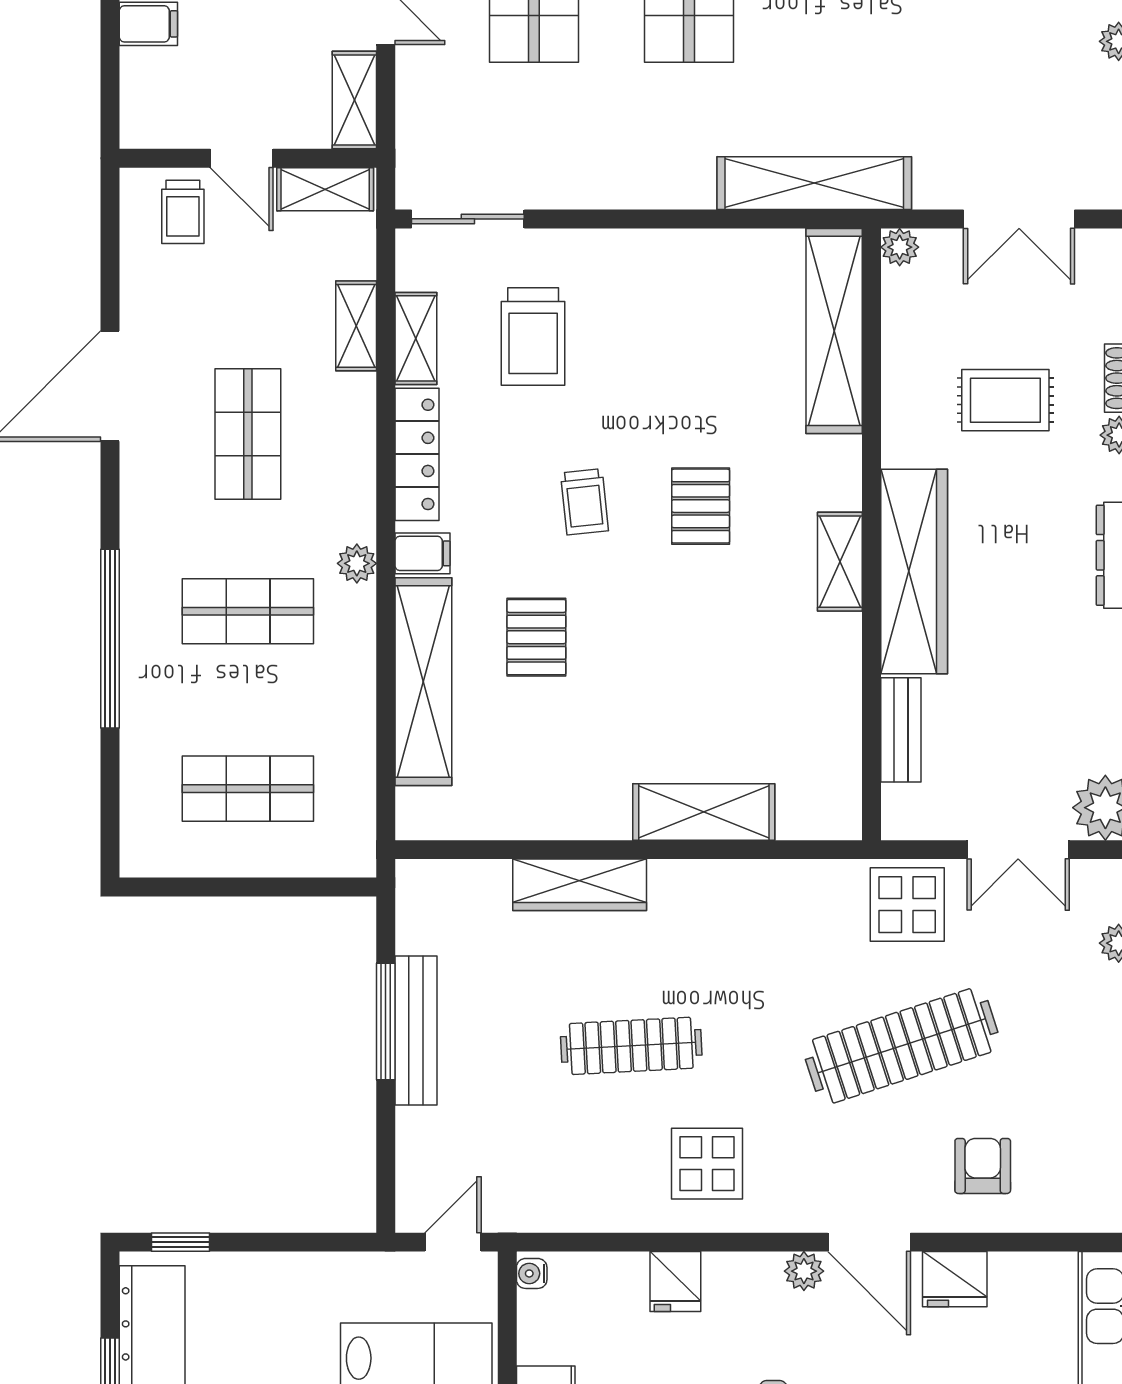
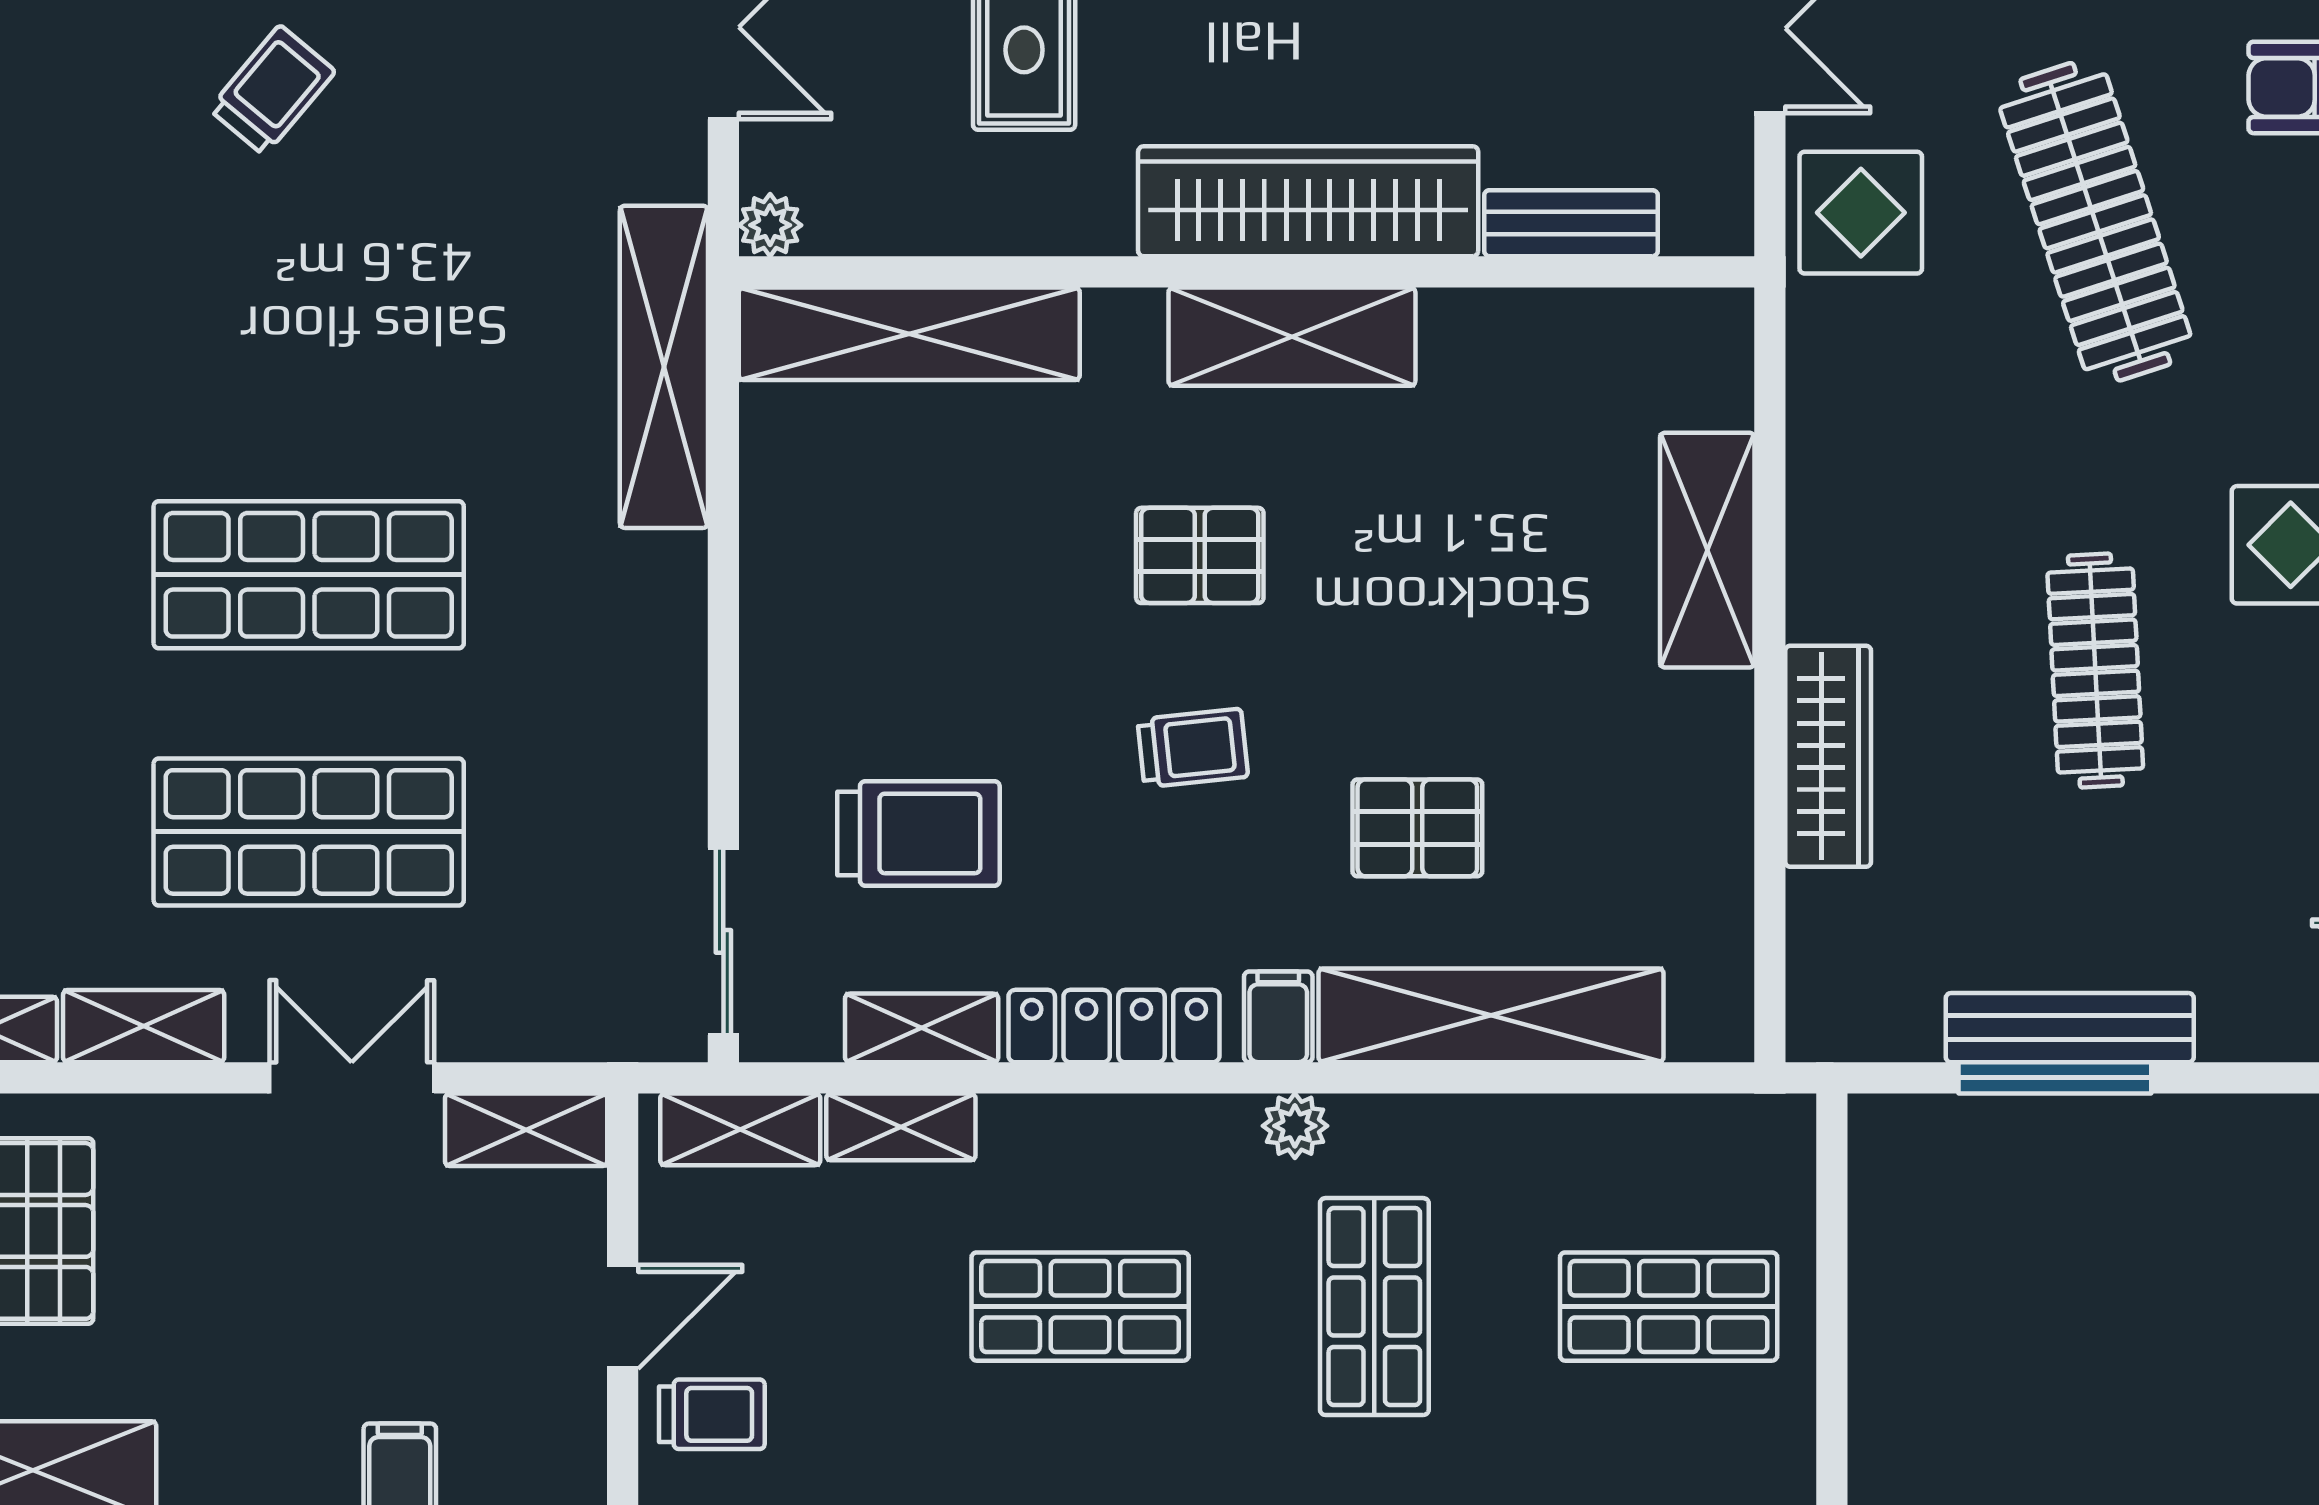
shelving: (325, 189) -> (740, 1129), moved, turned 90
shelving: (840, 562) -> (1292, 337), width x1.50, depth x1.33
shop shelf: (248, 789) -> (1669, 1307), turned 90

